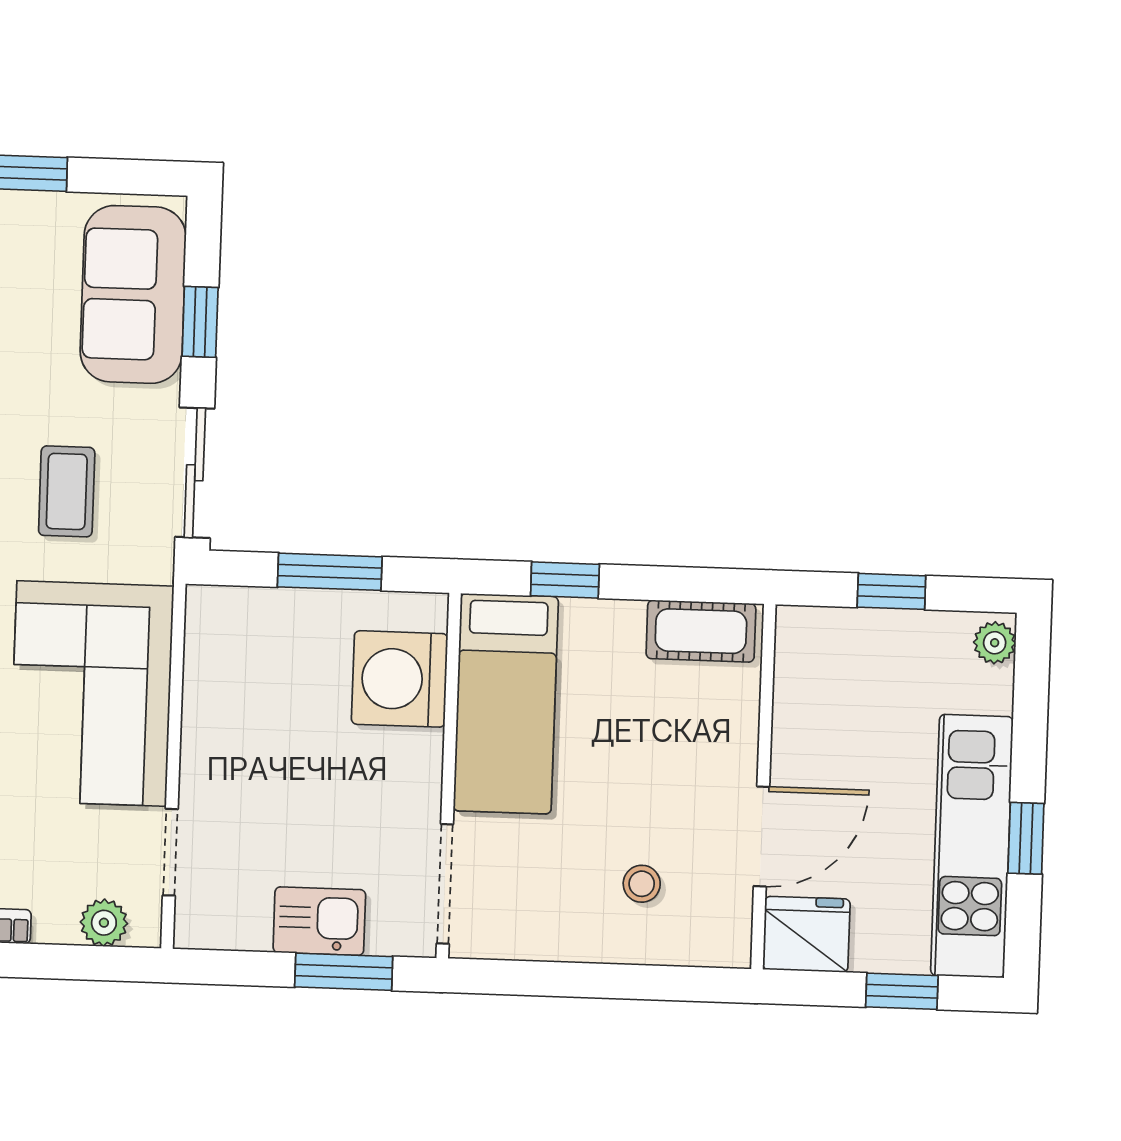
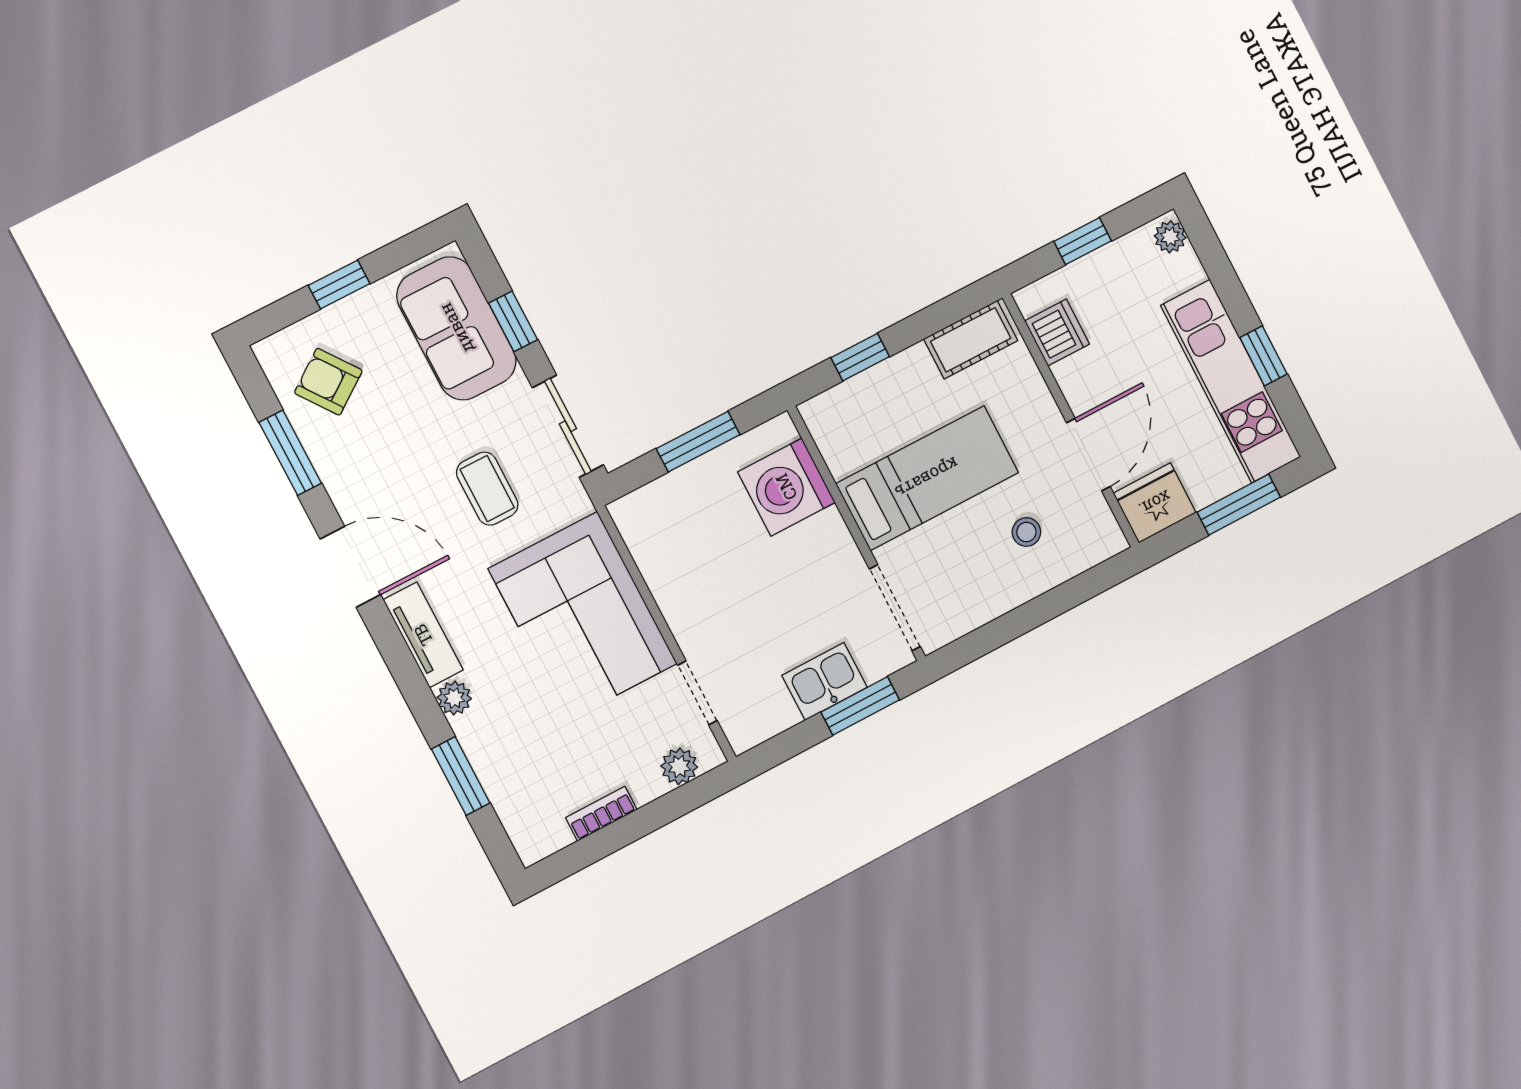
dishwasher: (804, 678) -> (1057, 333), added
bed: (506, 704) -> (927, 478), moved, turned -90
window: (902, 991) -> (1239, 505), width x1.50

